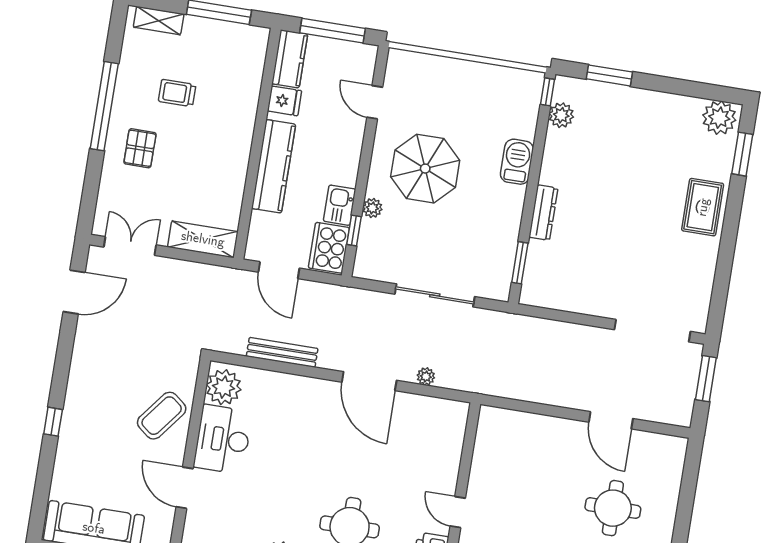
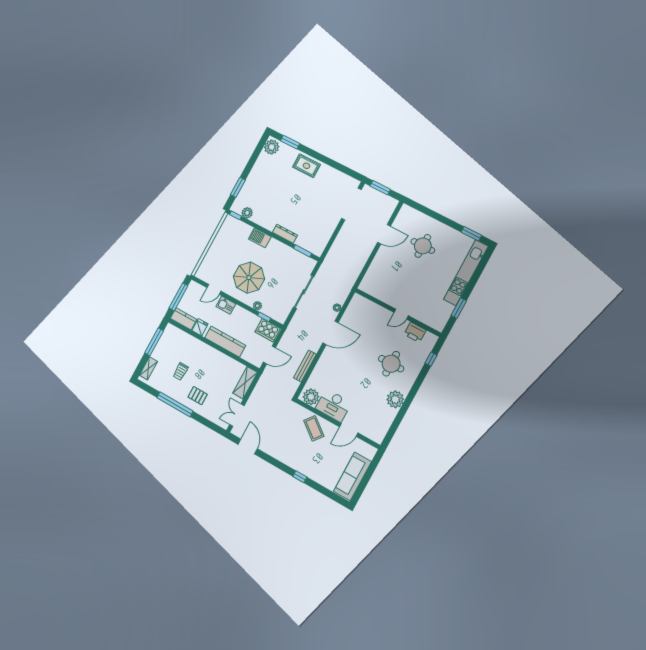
kitchen sink: (340, 205) -> (226, 305), moved

